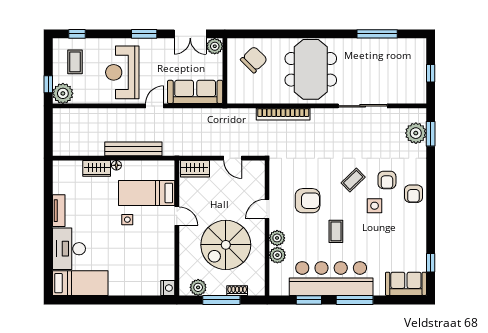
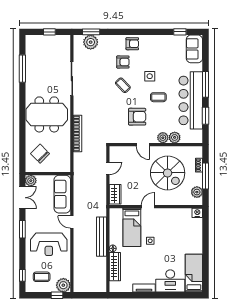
wardrobe: (97, 168) -> (115, 267), width x1.50
armchair: (308, 201) -> (137, 117), turned 90
side table: (375, 206) -> (150, 76), moved

